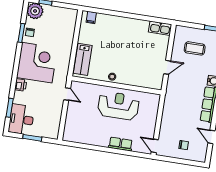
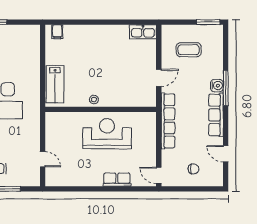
door: (67, 94) -> (43, 159), moved
row of seats: (169, 103) -> (168, 121), added

